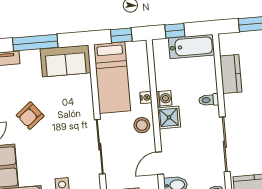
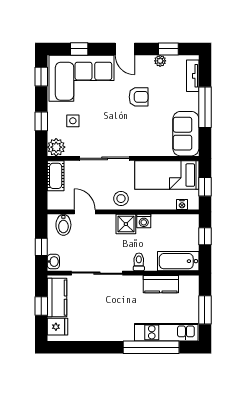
bathtub: (192, 47) -> (178, 261), moved, turned 90
nightstand: (146, 98) -> (182, 205), moved
armchair: (30, 116) -> (139, 97), turned 129

